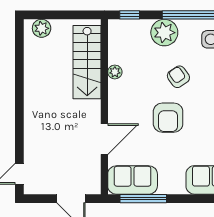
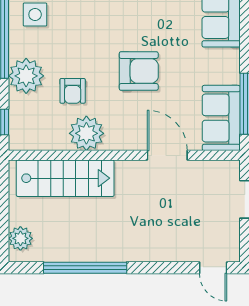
plant: (115, 72) -> (86, 133), width x1.88, depth x1.88
window: (19, 77) -> (85, 268), added
armchair: (178, 77) -> (73, 91), moved, turned -55

